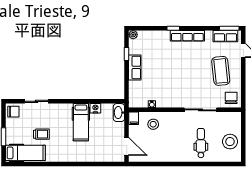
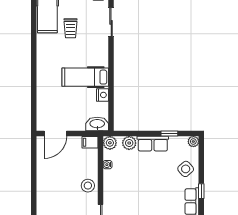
side table: (155, 41) -> (186, 169), added
plant: (134, 87) -> (129, 143), added
plant: (134, 102) -> (110, 143), added
stool: (153, 124) -> (88, 186), moved

